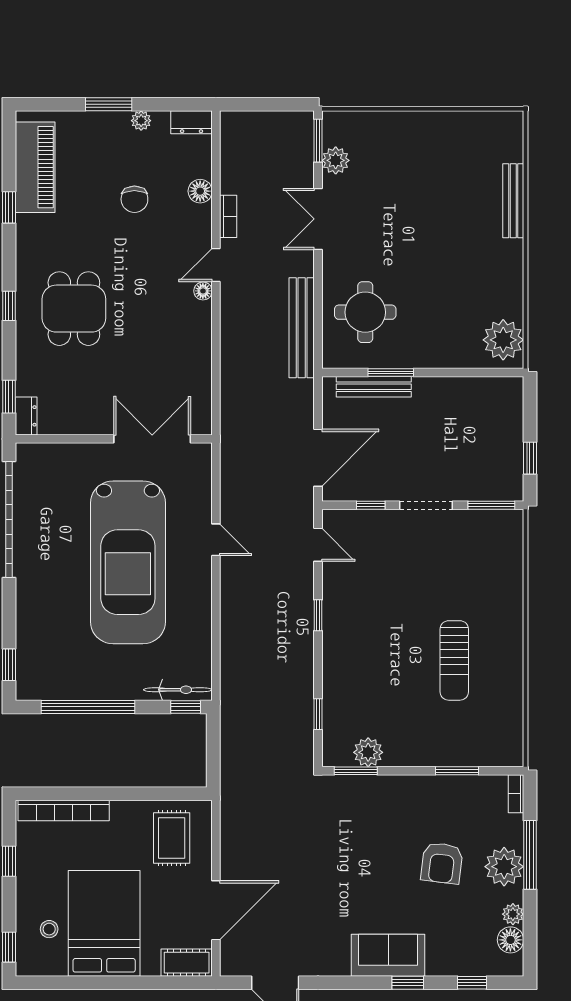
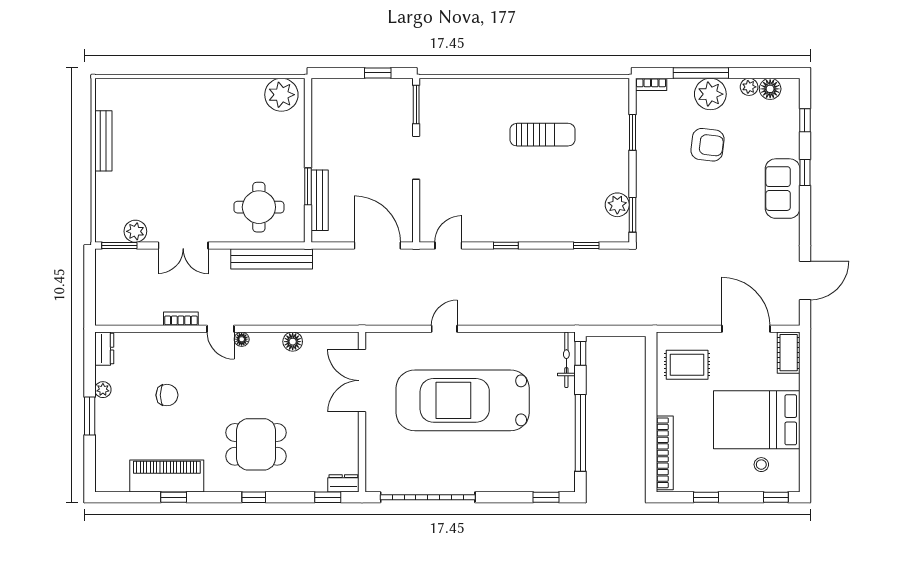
piano: (35, 167) -> (167, 476), moved
floor lamp: (200, 191) -> (293, 342), moved
bench: (513, 201) -> (103, 141), moved, turned 90
window: (371, 505) -> (416, 203), removed
car: (128, 562) -> (463, 400), turned 180

